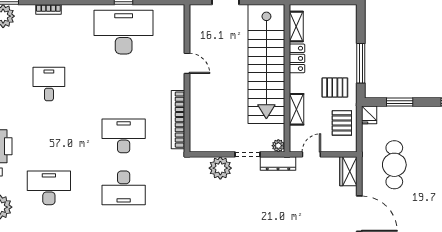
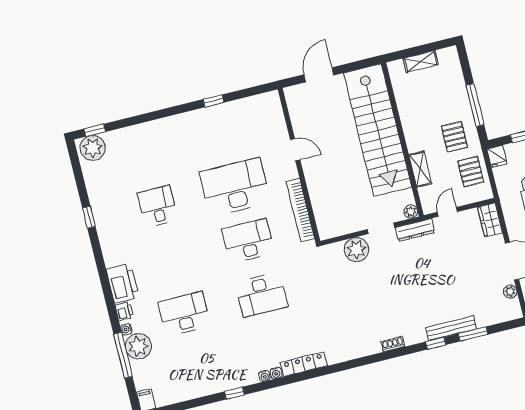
bookcase: (48, 9) -> (138, 129), removed
shelving: (296, 26) -> (421, 61), moved, turned 90
desk: (124, 32) -> (235, 187), moved
locker: (297, 58) -> (408, 116), removed
pallet: (335, 88) -> (454, 137), turned 90

